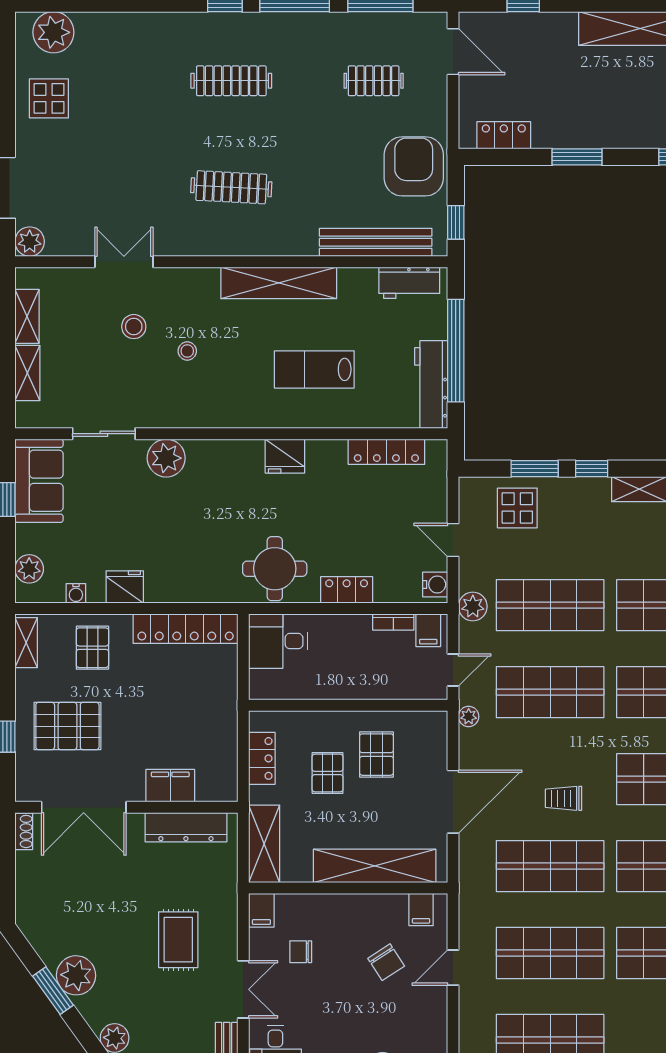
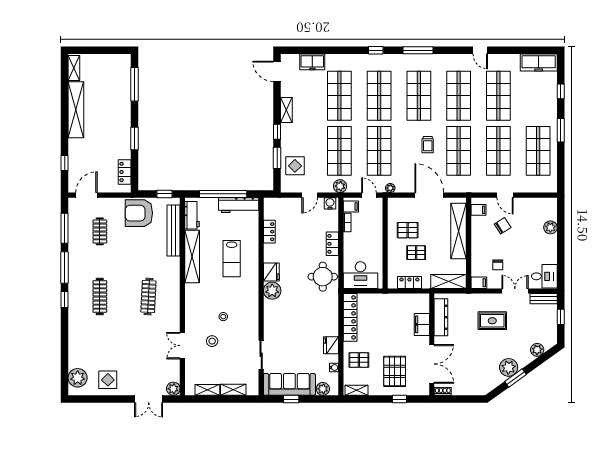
shelving: (279, 283) -> (192, 257), moved
locker: (386, 452) -> (269, 232), width x0.66
plant: (166, 458) -> (272, 291), moved
sofa: (39, 481) -> (289, 384), width x1.36
desk: (278, 641) -> (360, 275), width x1.37

